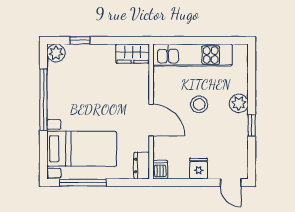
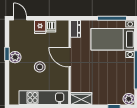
plant: (239, 103) -> (15, 57), moved
dishwasher: (160, 170) -> (51, 26), moved

